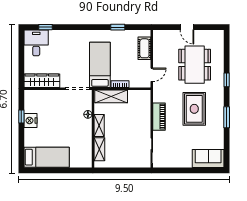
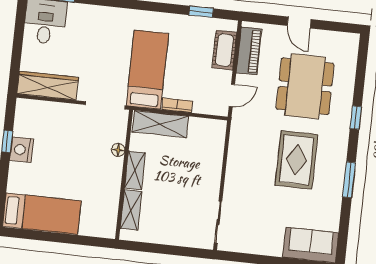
window: (118, 27) -> (201, 12), moved
piano: (159, 117) -> (249, 51), moved

